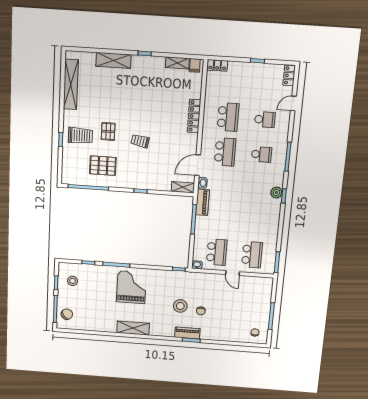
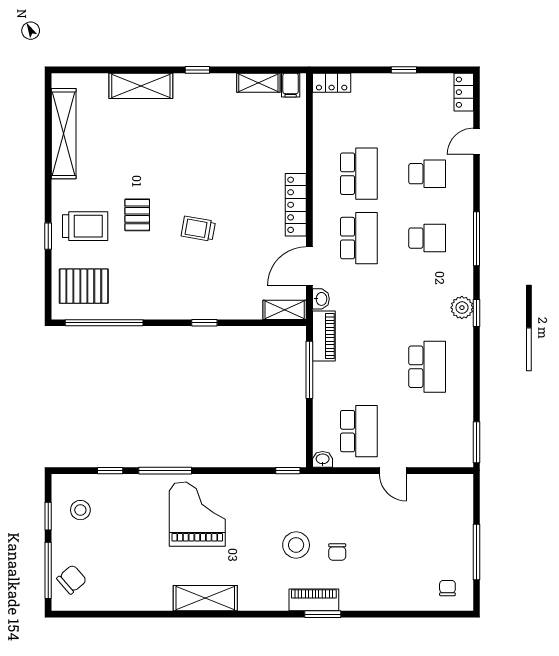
locker: (194, 116) -> (296, 205), moved
pallet: (103, 166) -> (84, 286), moved
school desk: (252, 255) -> (427, 367), moved

